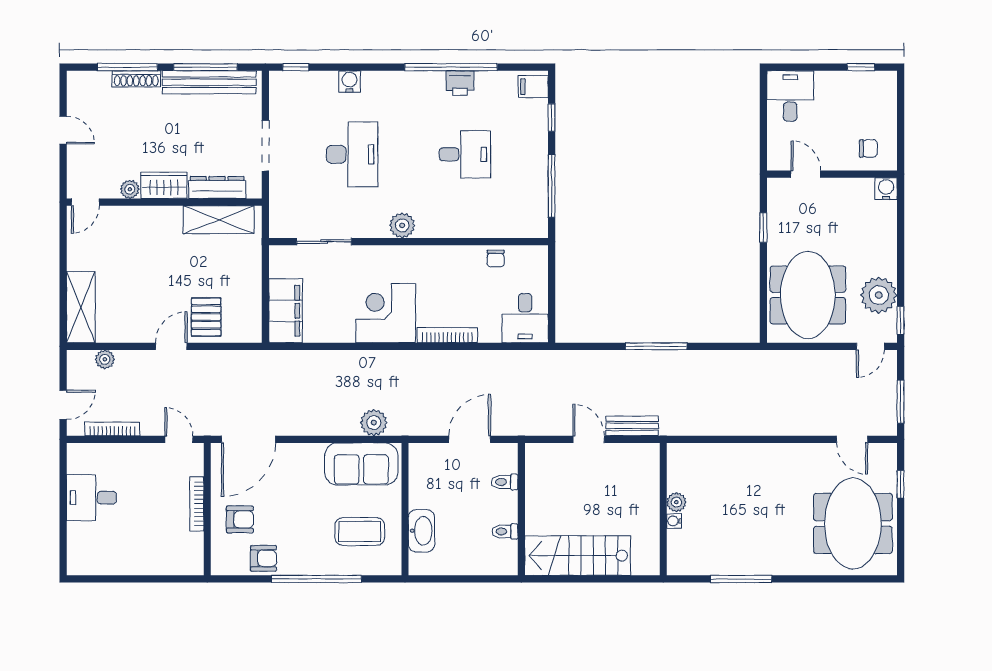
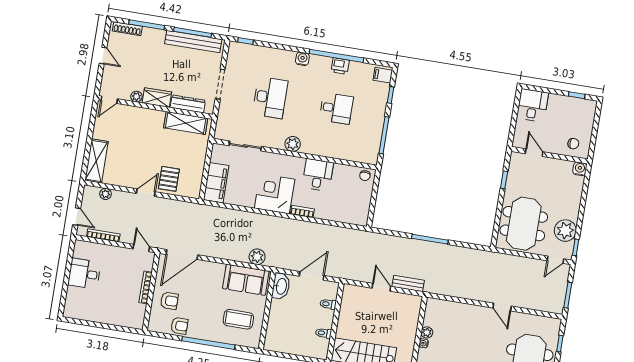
shoe rack: (136, 79) -> (127, 29), moved
water cooler: (350, 81) -> (302, 59), moved
chair: (496, 259) -> (365, 176), moved
desk: (525, 318) -> (318, 175), moved, turned 180
bookcase: (447, 335) -> (302, 212), width x0.64
door: (63, 405) -> (77, 217), hinge flipped
door: (852, 439) -> (502, 307), moved
washbasin: (421, 531) -> (281, 286), moved

